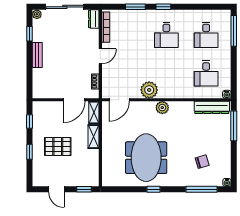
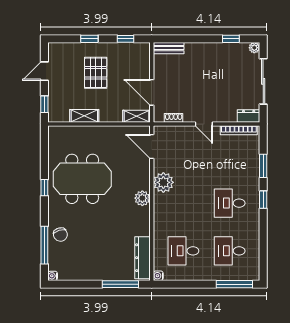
bench: (37, 55) -> (169, 48), moved
shelving: (94, 137) -> (84, 116), moved
chair: (202, 162) -> (60, 235), moved

